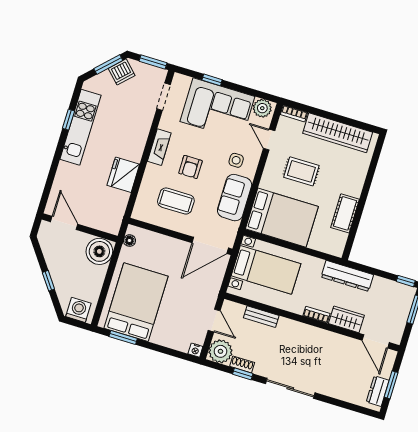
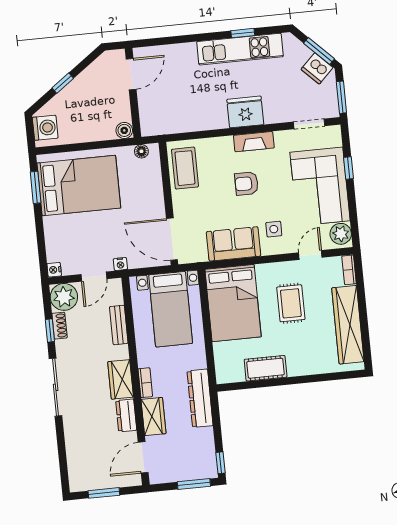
fridge: (123, 175) -> (245, 112), moved
coffee table: (176, 201) -> (185, 168), moved
boiler: (99, 251) -> (124, 130), width x0.54, depth x0.54
nightstand: (213, 295) -> (120, 264), added
wardrobe: (306, 333) -> (121, 379), added
dresser: (378, 391) -> (126, 415), moved, turned -90

